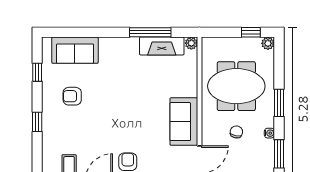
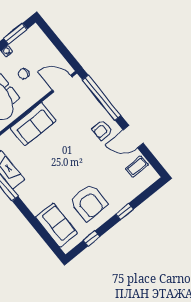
armchair: (72, 96) -> (89, 202), width x1.88, depth x1.88
sofa: (184, 122) -> (33, 124), moved

